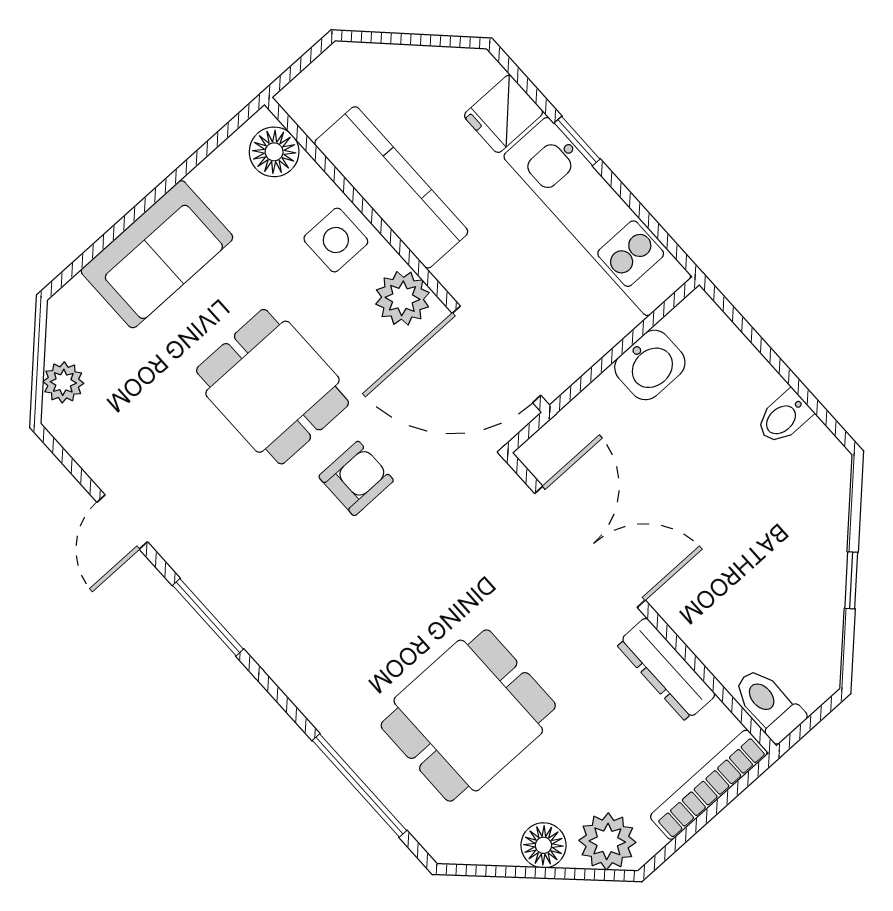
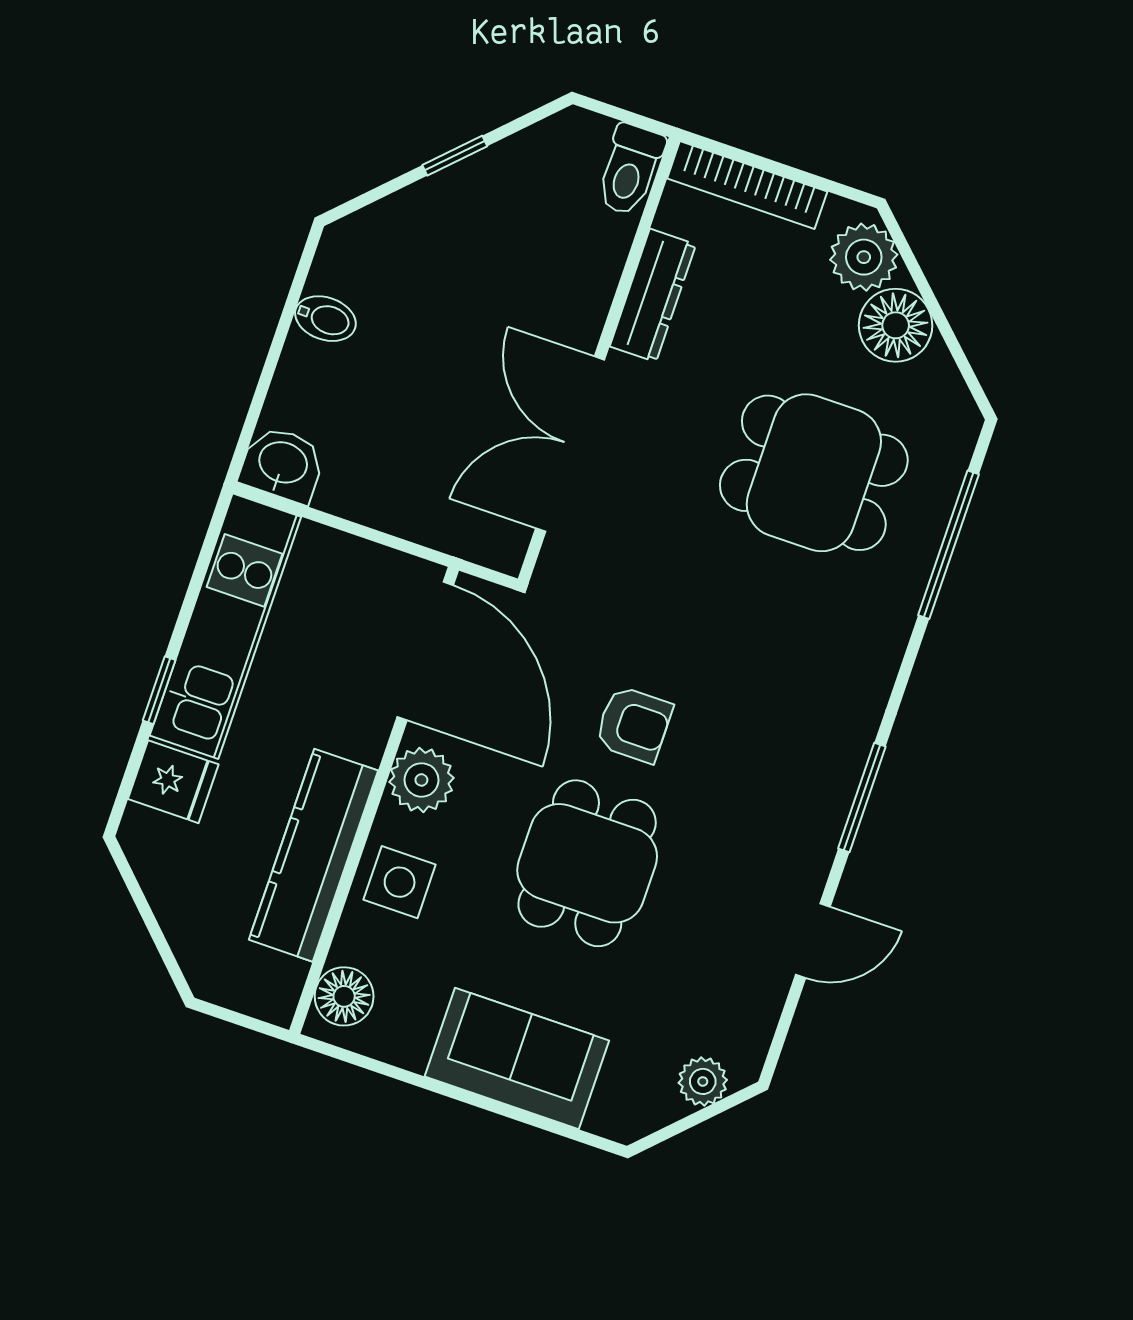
washbasin: (650, 365) -> (282, 464), moved
armchair: (356, 478) -> (634, 724), turned 180
floor lamp: (543, 845) -> (896, 325), width x1.38, depth x1.38

